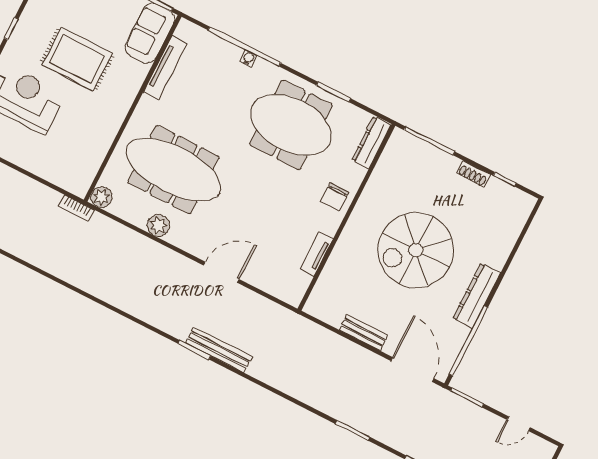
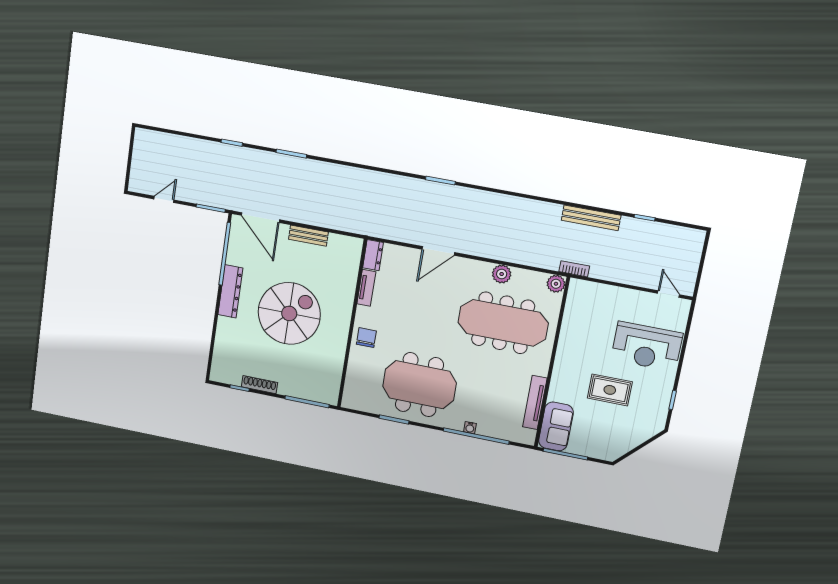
rug: (77, 59) -> (610, 390), width x0.73, depth x0.70
dresser: (371, 143) -> (373, 255), moved, width x0.70
shoe rack: (473, 174) -> (260, 385), width x1.43
bench: (219, 350) -> (591, 218), moved

